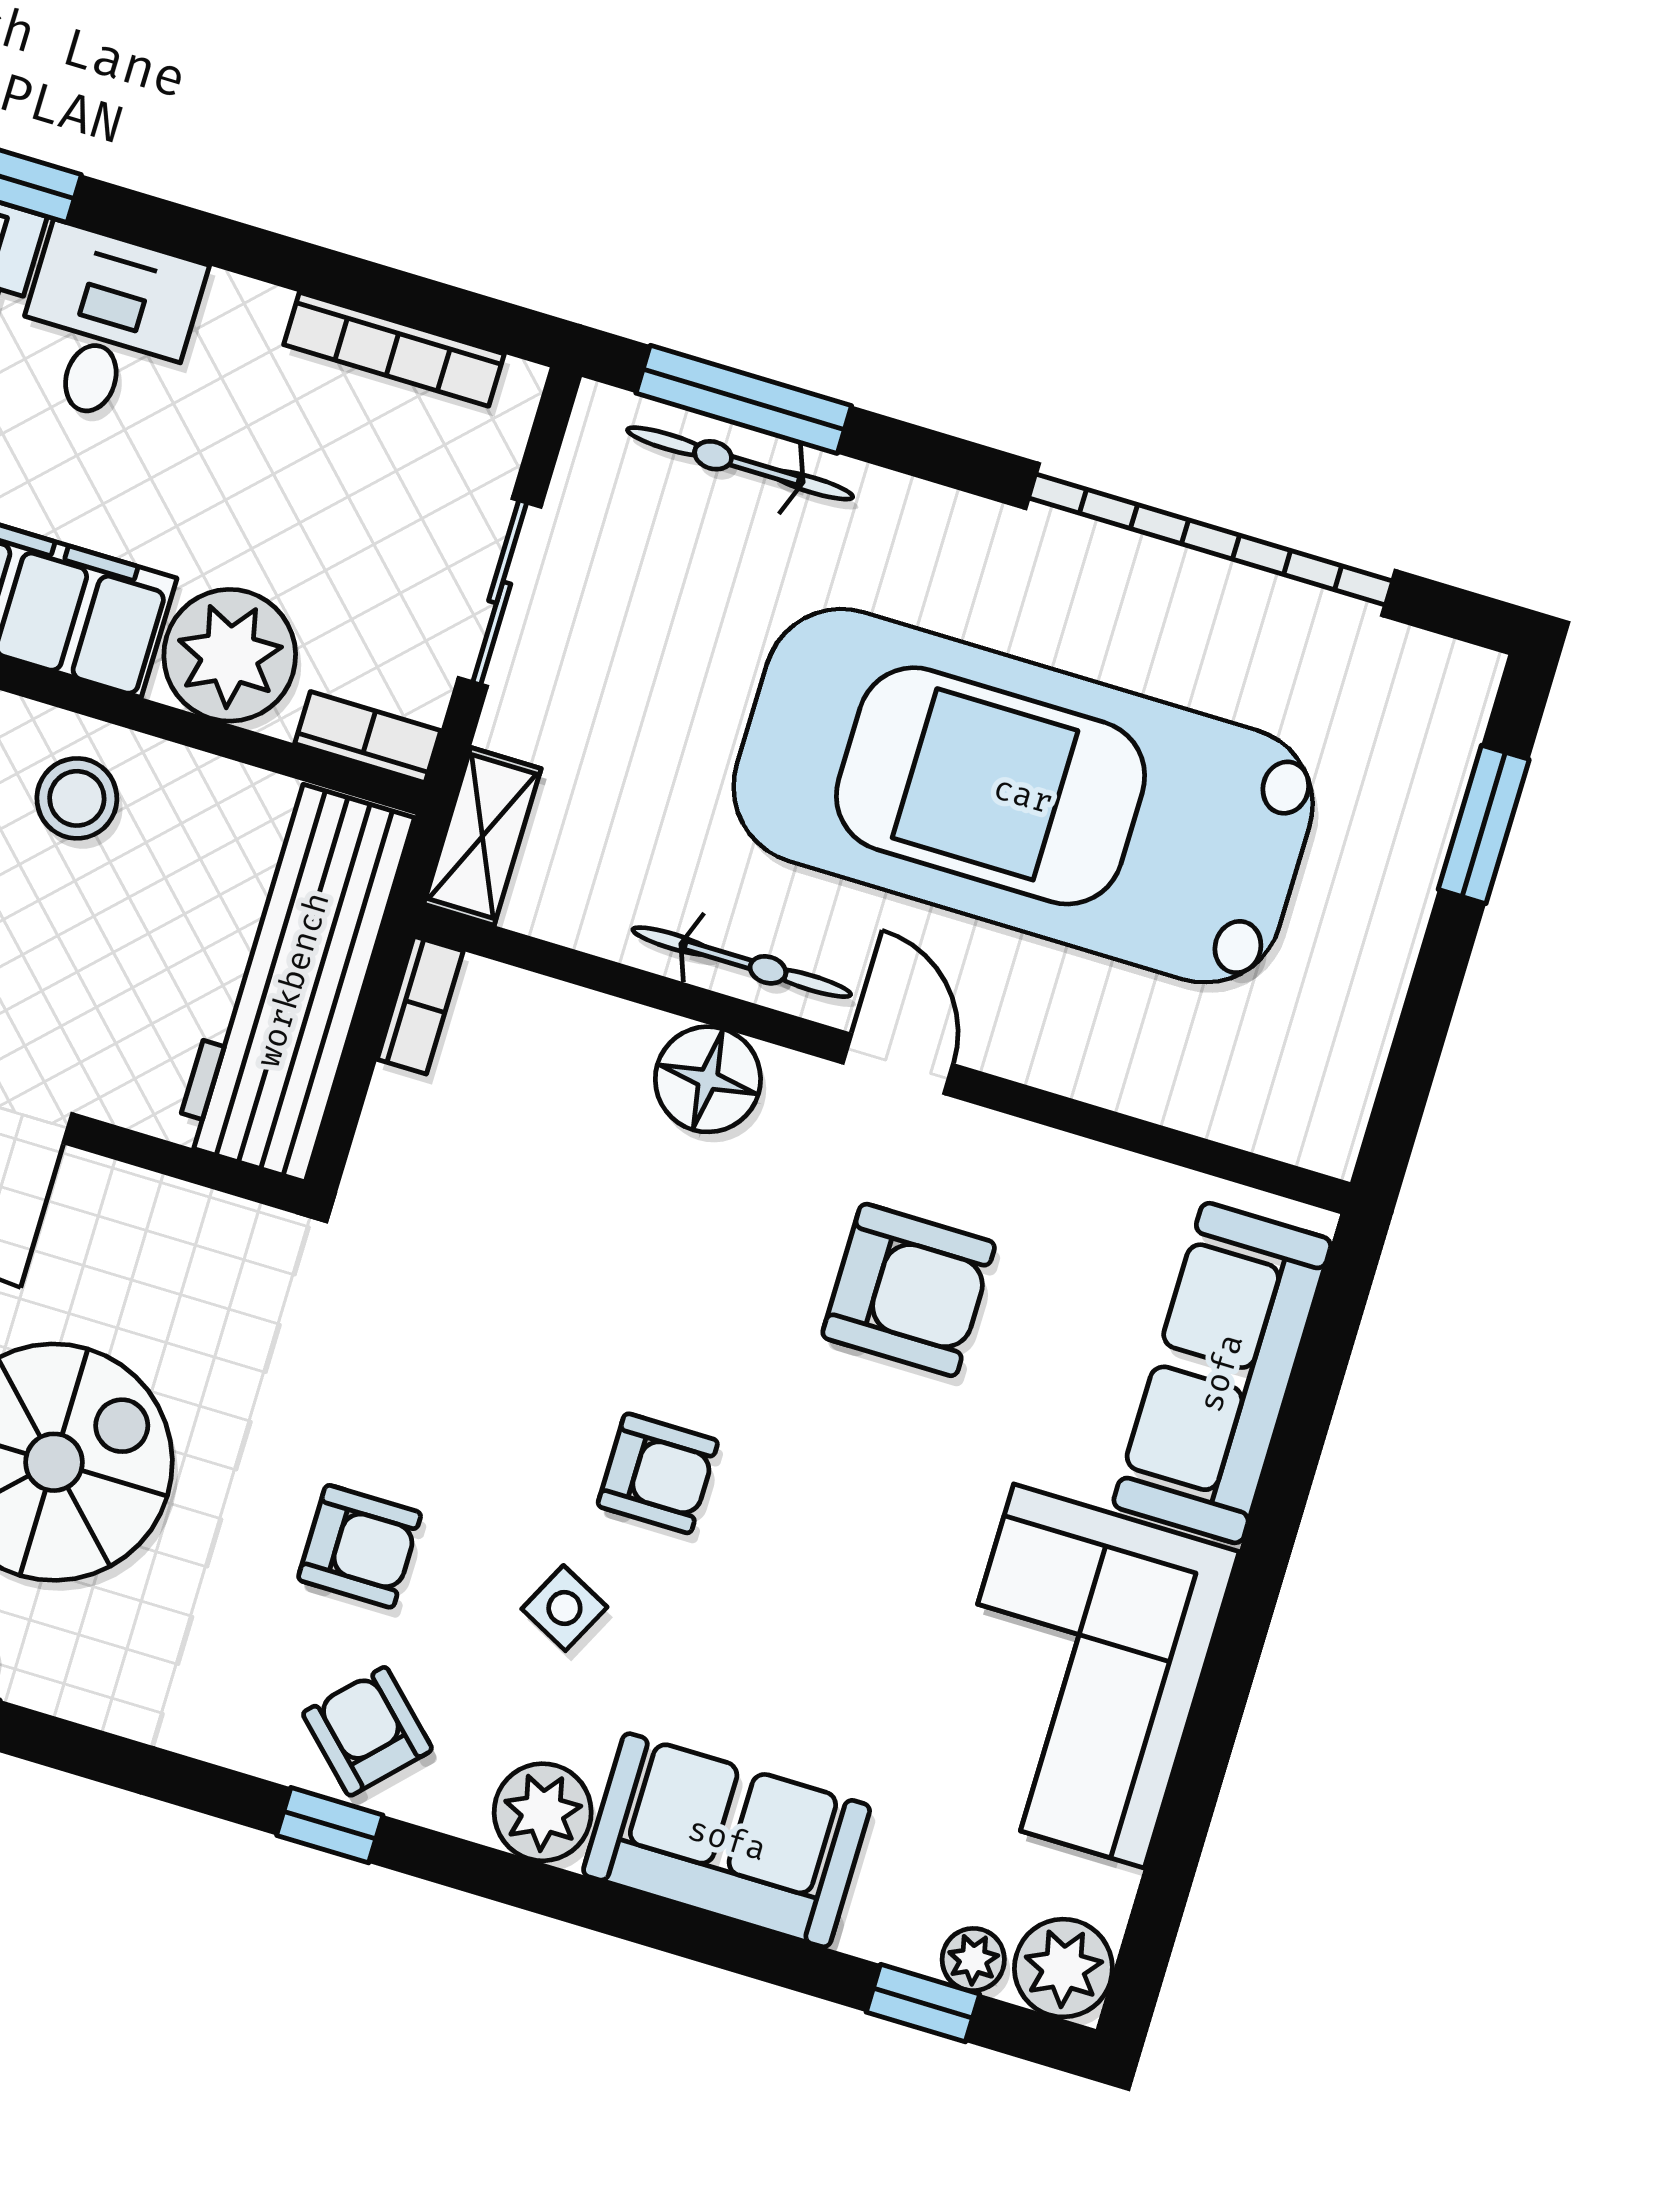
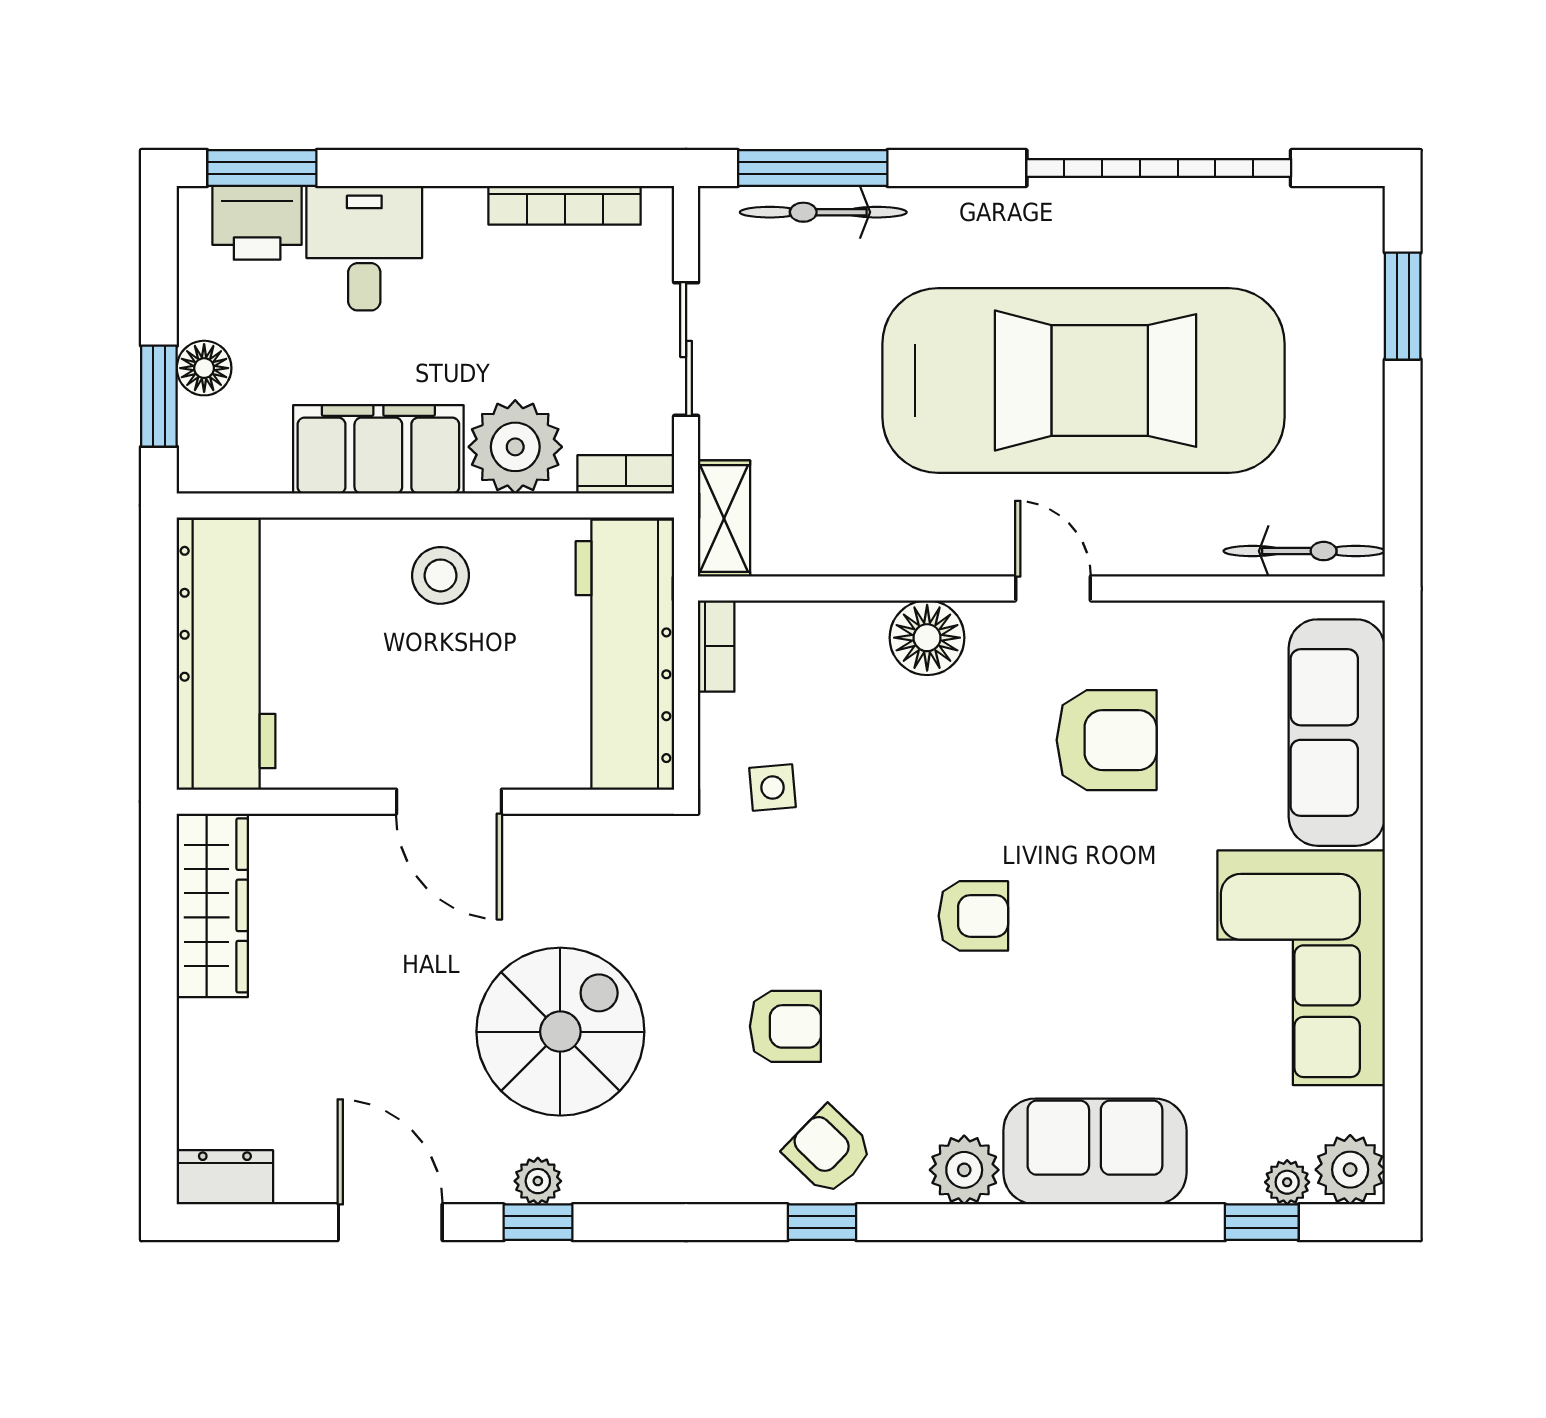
car: (1023, 796) -> (1083, 380), turned 180
bicycle: (742, 962) -> (1304, 551), moved
side table: (564, 1608) -> (773, 788), moved, turned -32

